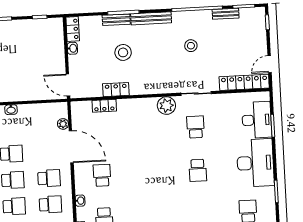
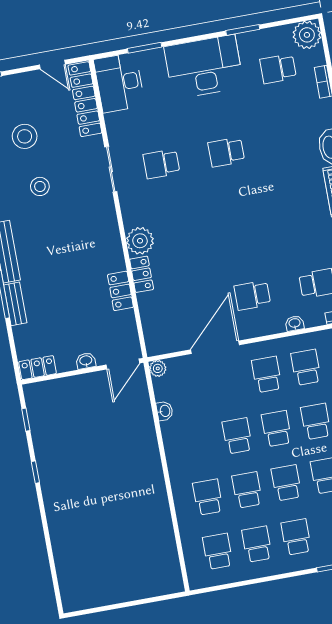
washbasin: (72, 48) -> (86, 361), moved
stool: (123, 52) -> (25, 136), moved
locker: (104, 106) -> (142, 274), moved
plant: (166, 106) -> (140, 241), moved
washbasin: (11, 110) -> (165, 411), moved
desk: (257, 120) -> (119, 83), moved, turned -90
plant: (63, 124) -> (158, 368), moved
school desk: (198, 170) -> (226, 152), turned 180

